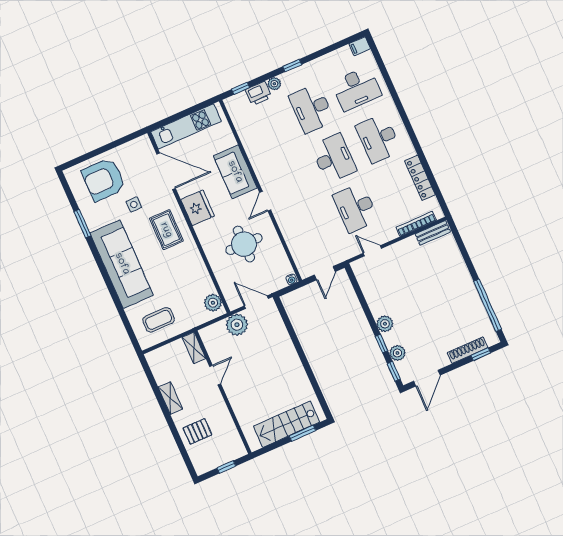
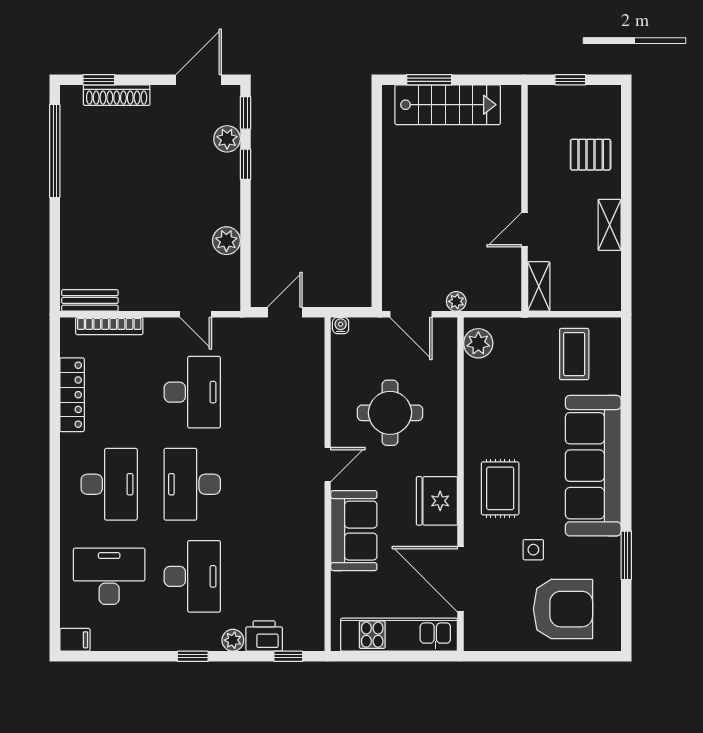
coffee table: (159, 320) -> (574, 354), turned 90
plant: (385, 324) -> (226, 241), moved
plant: (237, 325) -> (456, 301), width x0.53, depth x0.53

